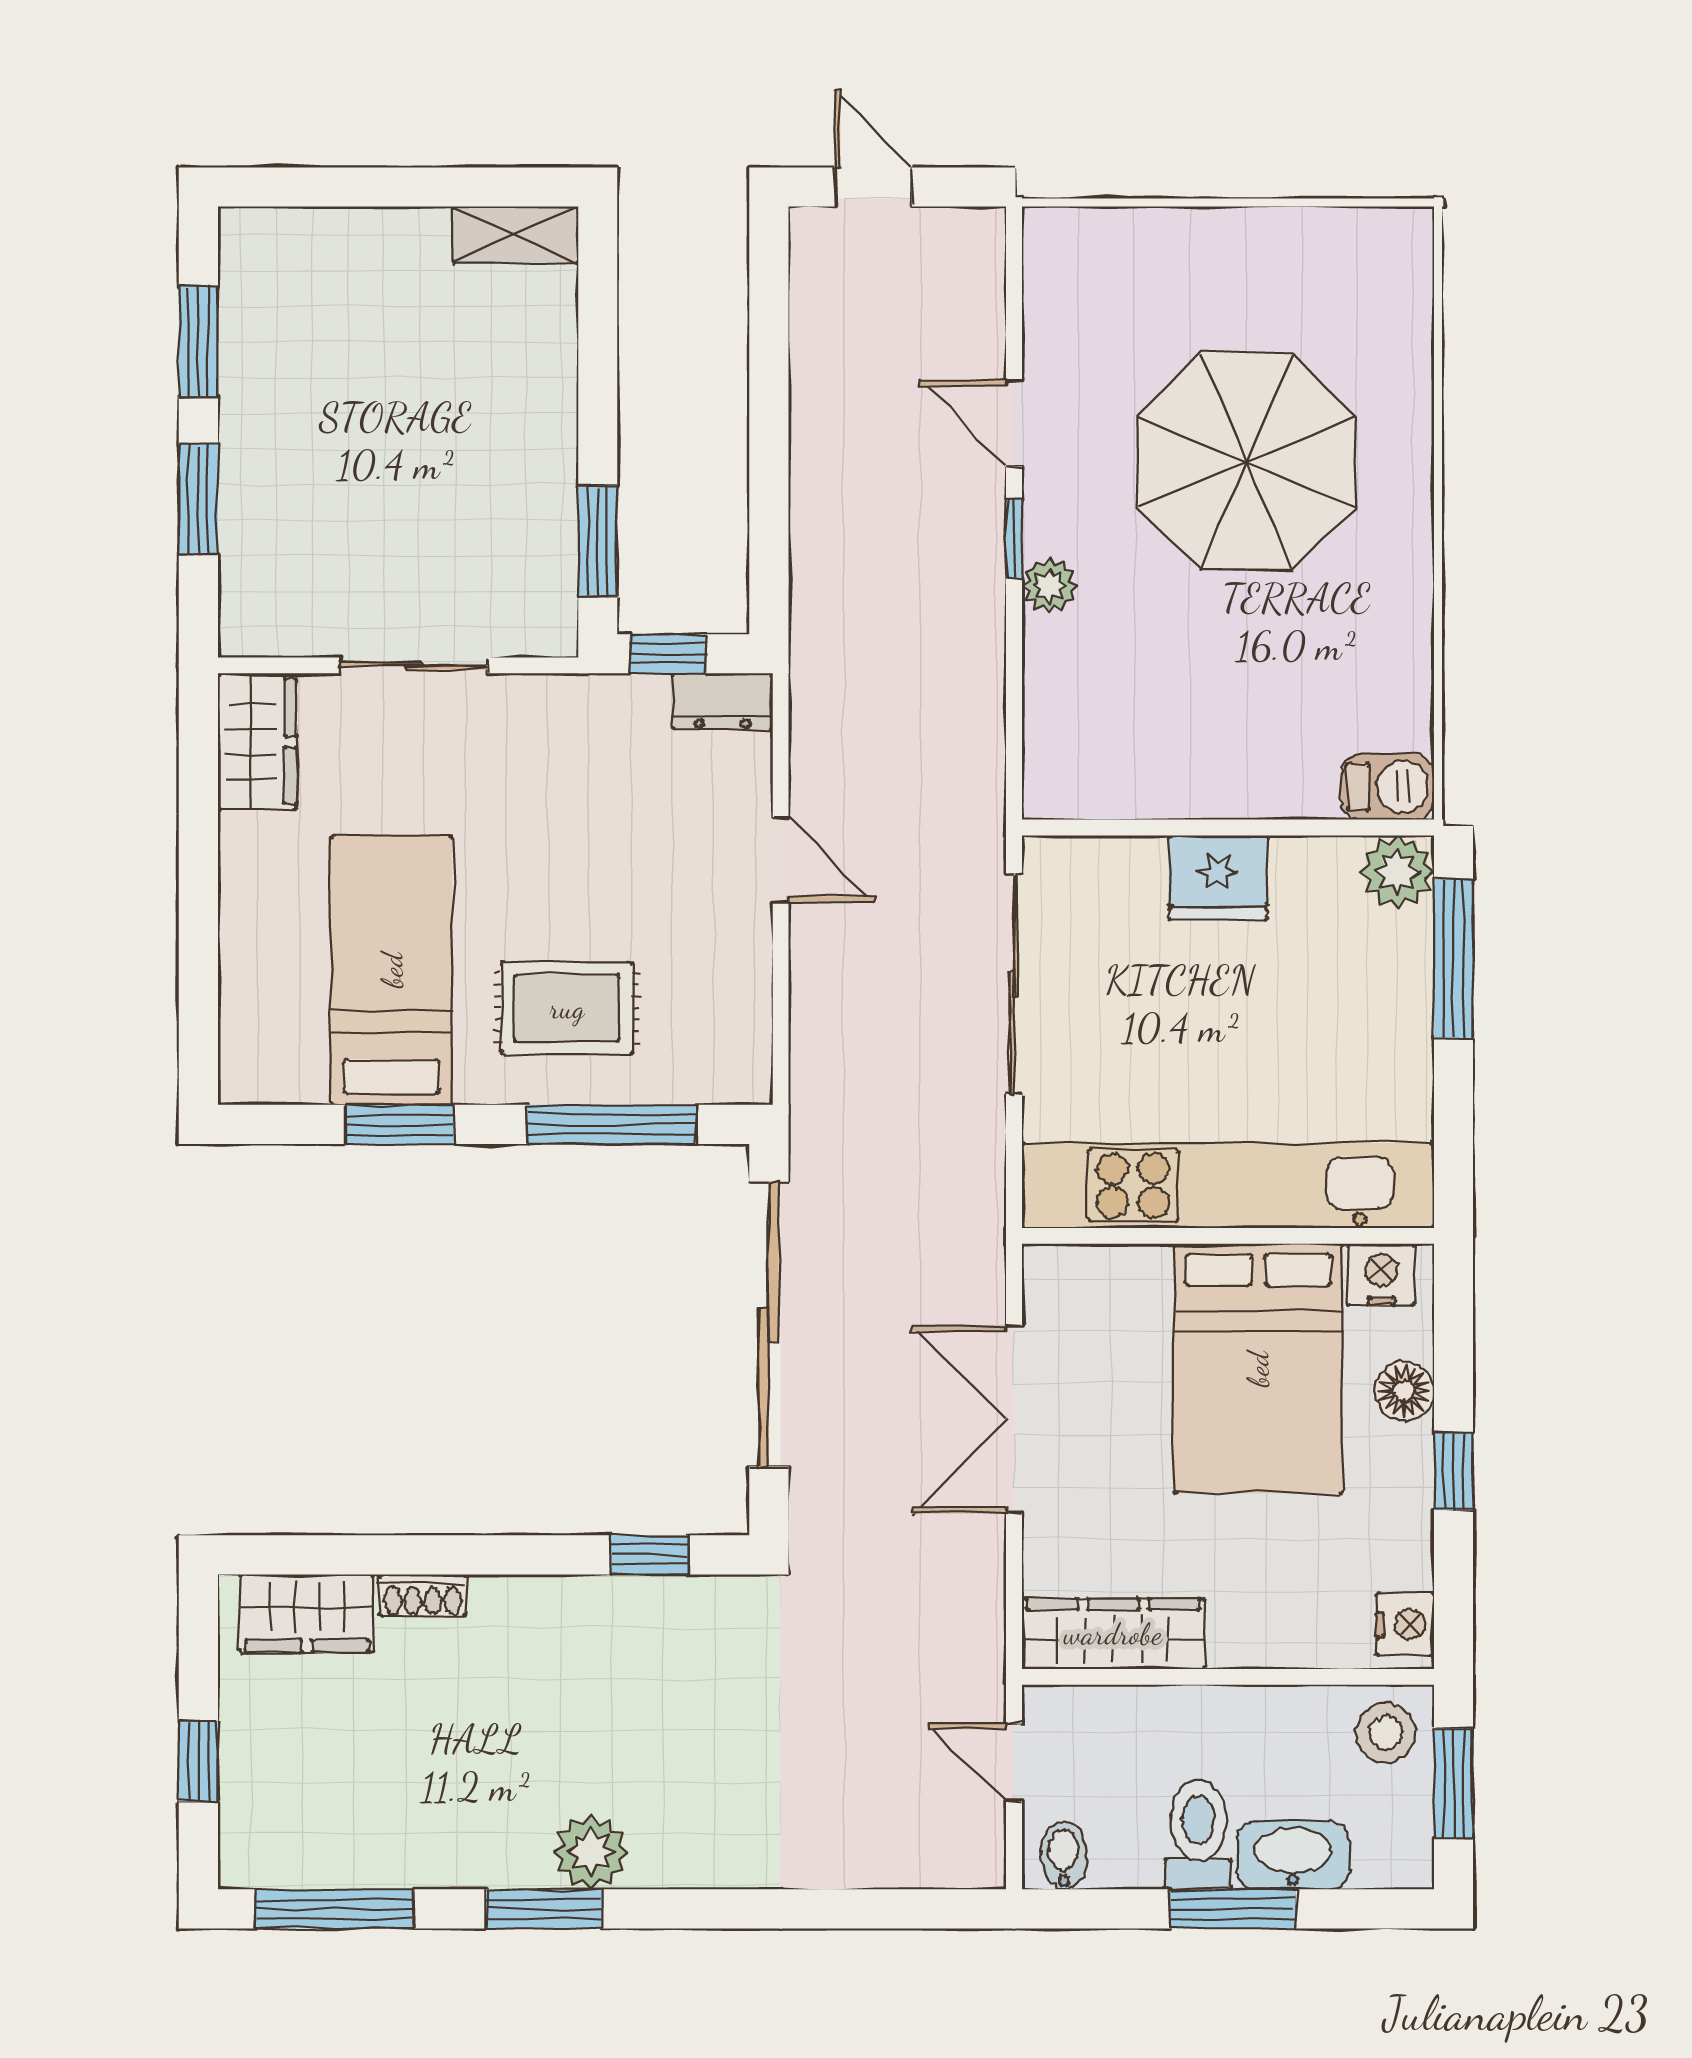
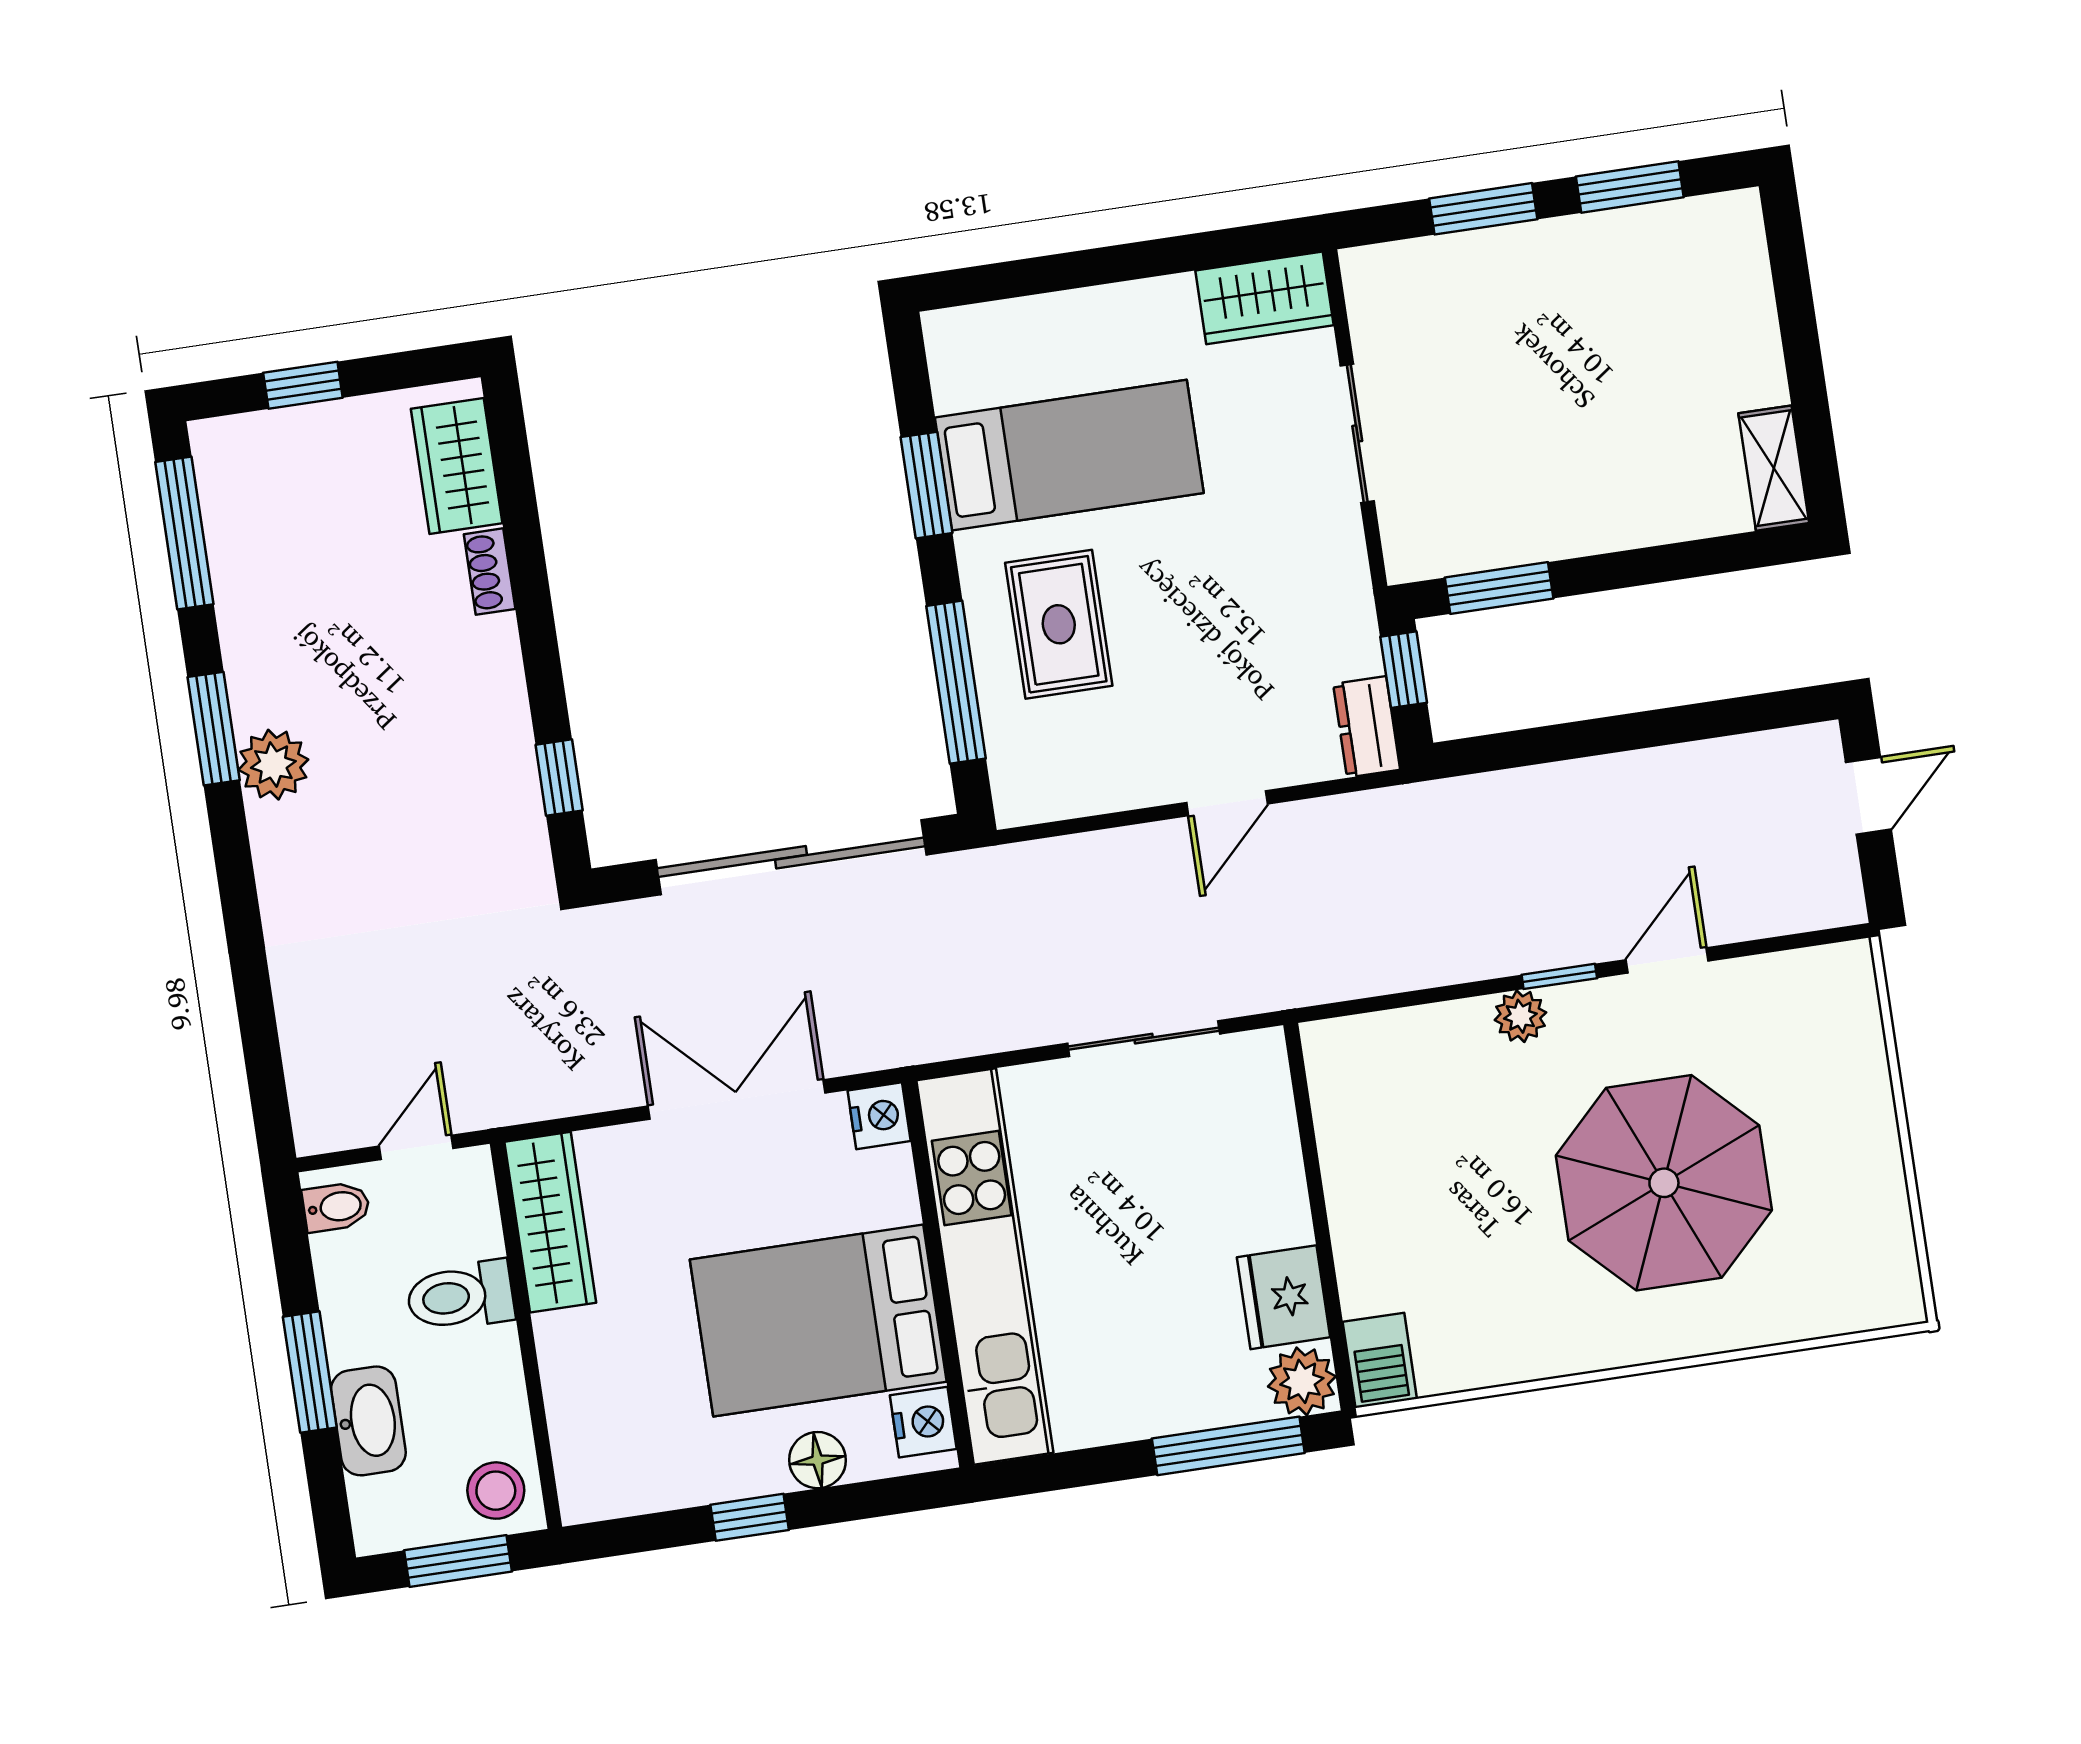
fridge: (1218, 878) -> (1283, 1297), moved
sliding door: (1014, 984) -> (1144, 1039), width x0.73
nightstand: (1405, 1625) -> (879, 1116), moved, turned -90
toilet: (1198, 1835) -> (460, 1296), moved, turned 180

